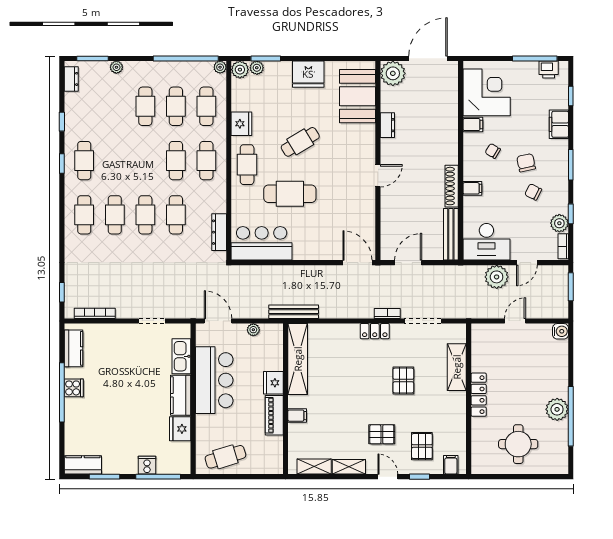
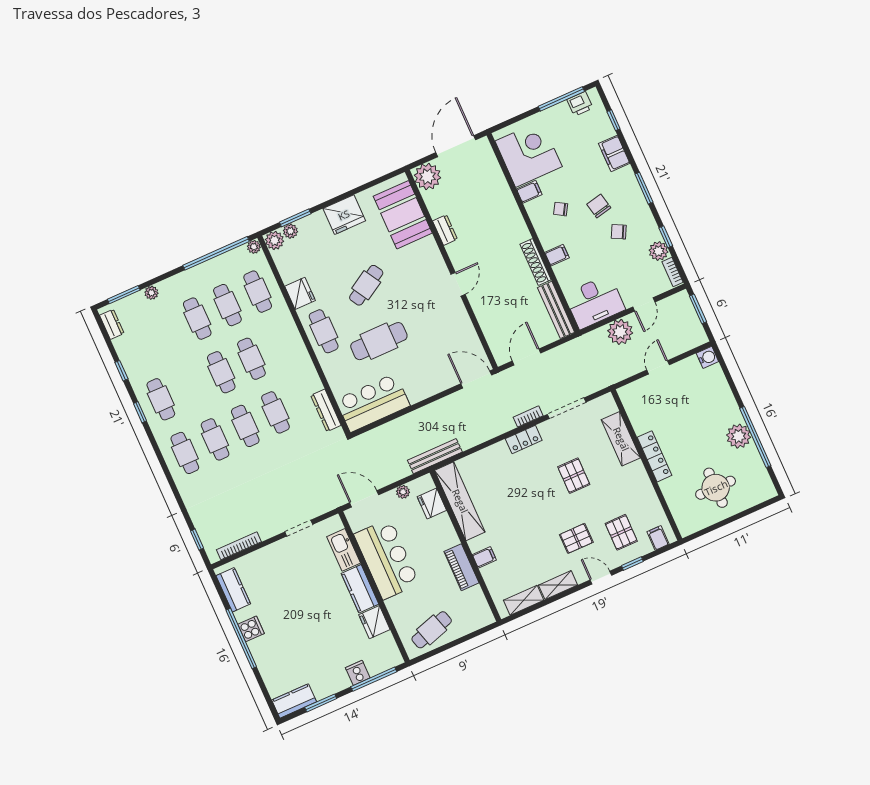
cafe table: (206, 161) -> (221, 372), moved
fridge: (273, 383) -> (432, 503), moved

